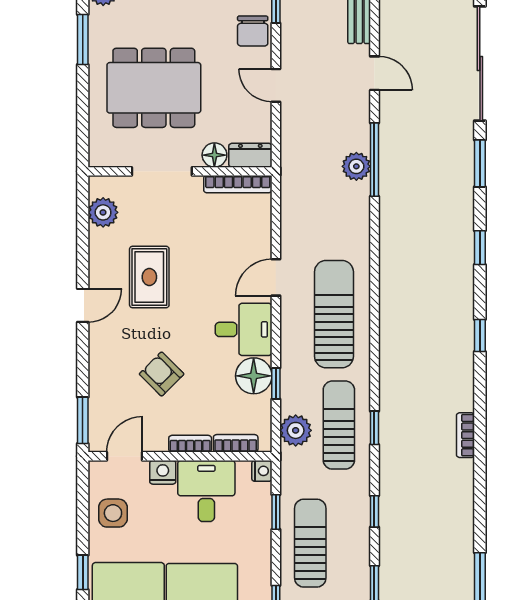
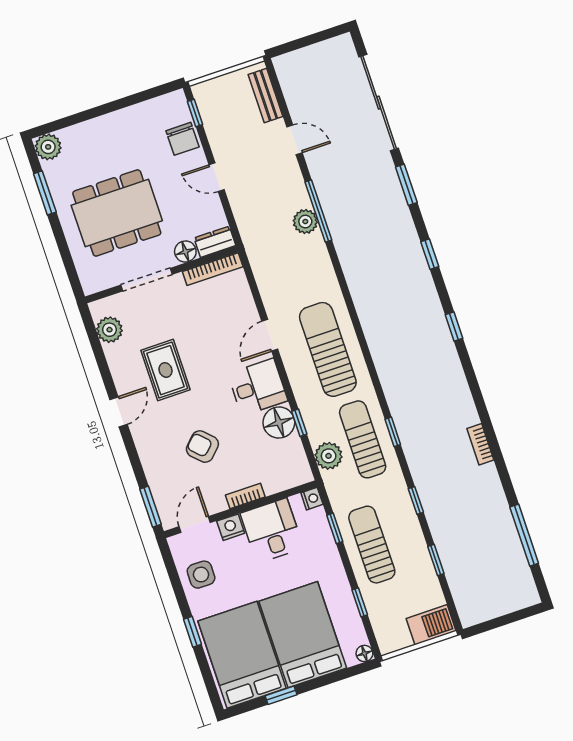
bookcase: (466, 435) -> (480, 444), moved
bookcase: (236, 443) -> (283, 483), removed

